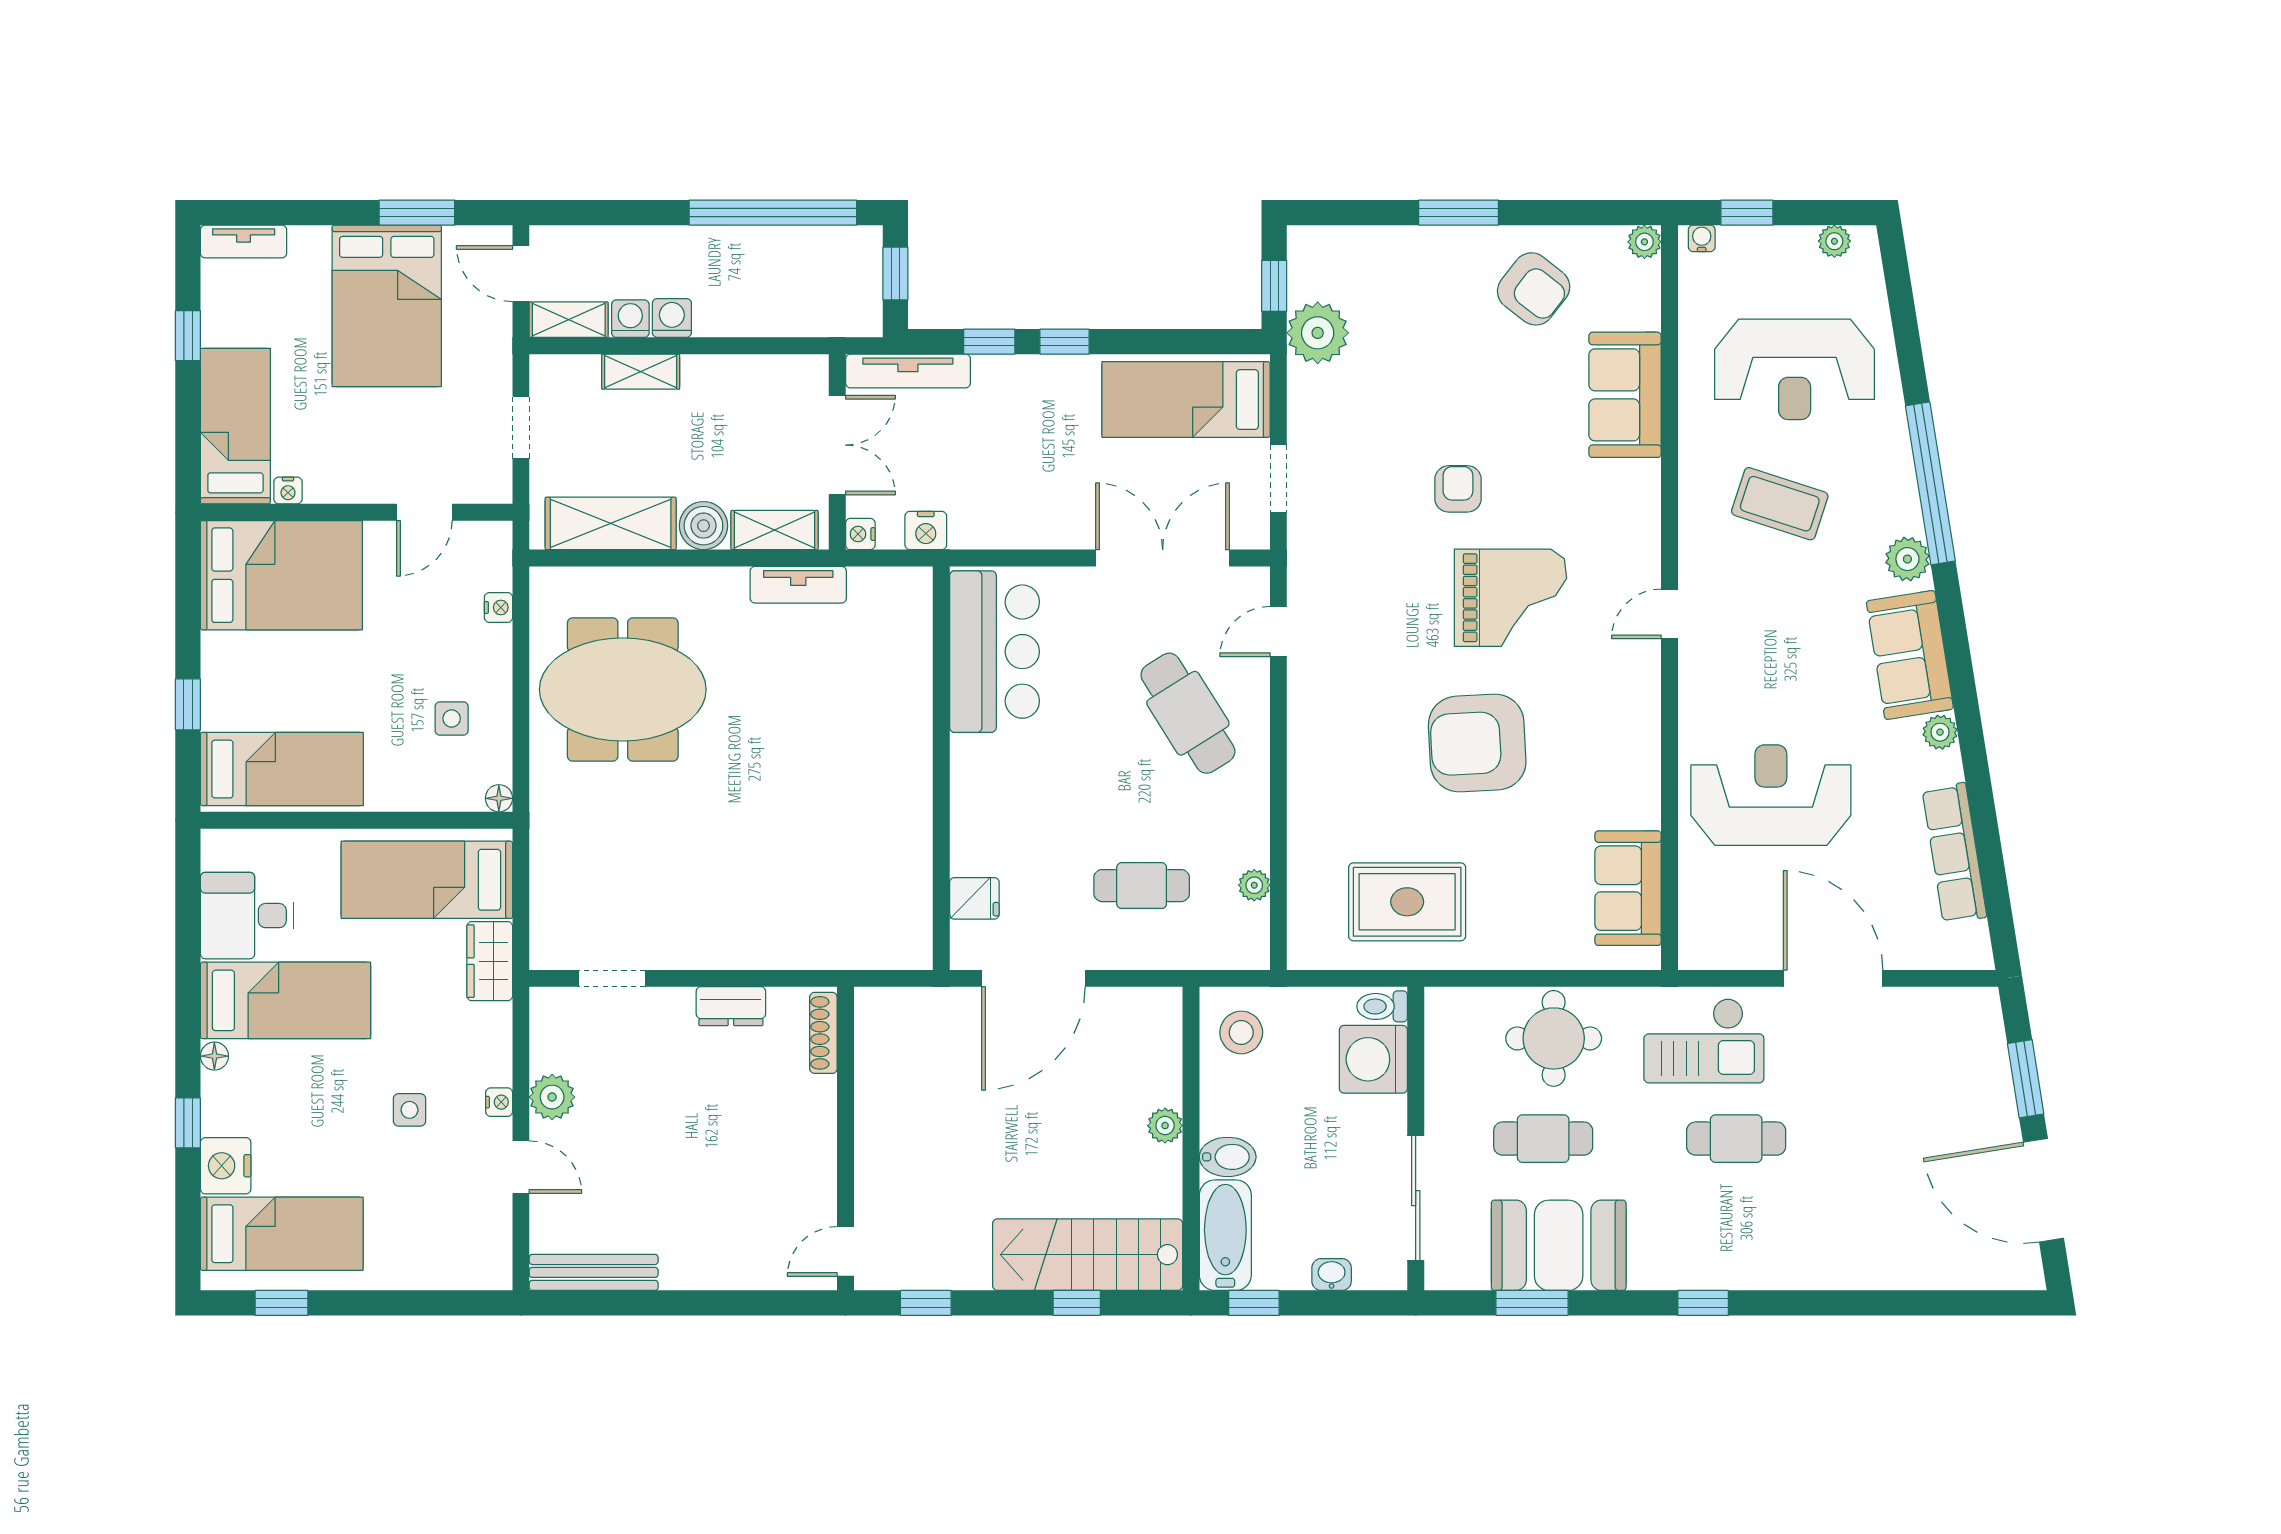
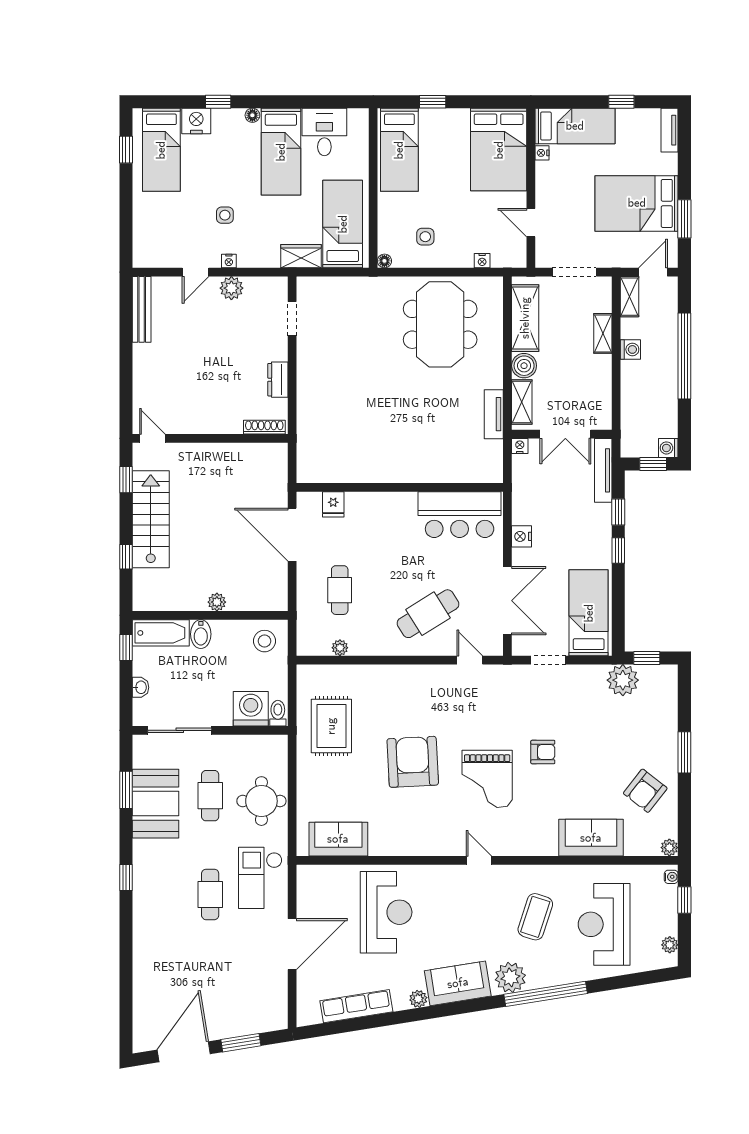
window: (773, 213) -> (684, 356), moved
washing machine: (630, 319) -> (668, 448), moved, turned 180
doorway: (521, 427) -> (574, 272), width x1.38
nightstand: (926, 531) -> (522, 536), moved
plant: (1907, 559) -> (510, 977), width x1.36, depth x1.36
stairs: (1088, 1255) -> (151, 519), moved

